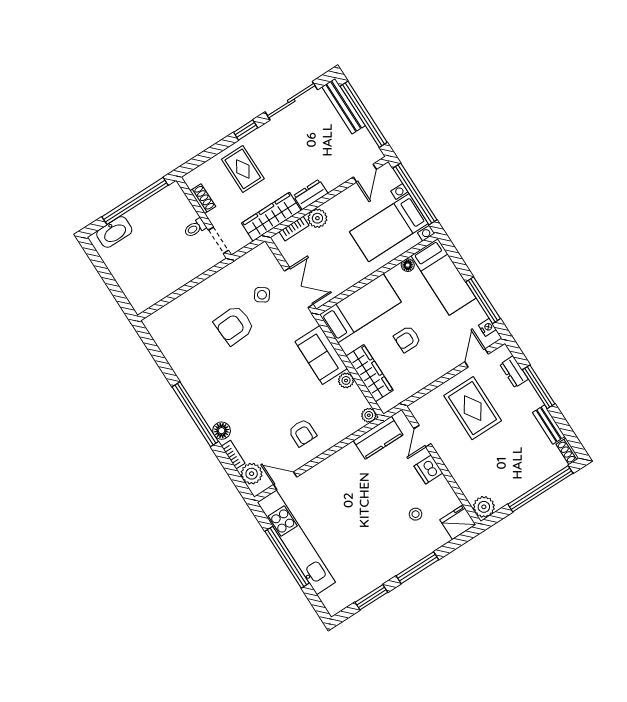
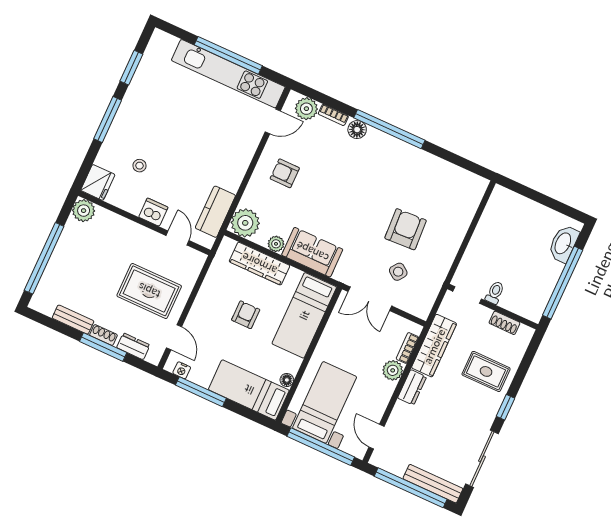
plant: (369, 415) -> (245, 223), width x1.88, depth x1.88
shoe rack: (568, 451) -> (103, 335), moved

